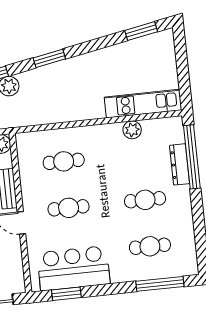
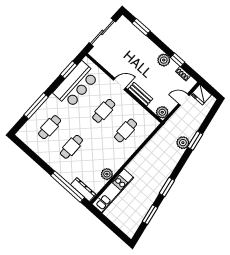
window: (141, 31) -> (150, 215), moved
window: (49, 58) -> (167, 187), moved
dresser: (179, 164) -> (83, 189), moved
window: (160, 284) -> (36, 106), moved

